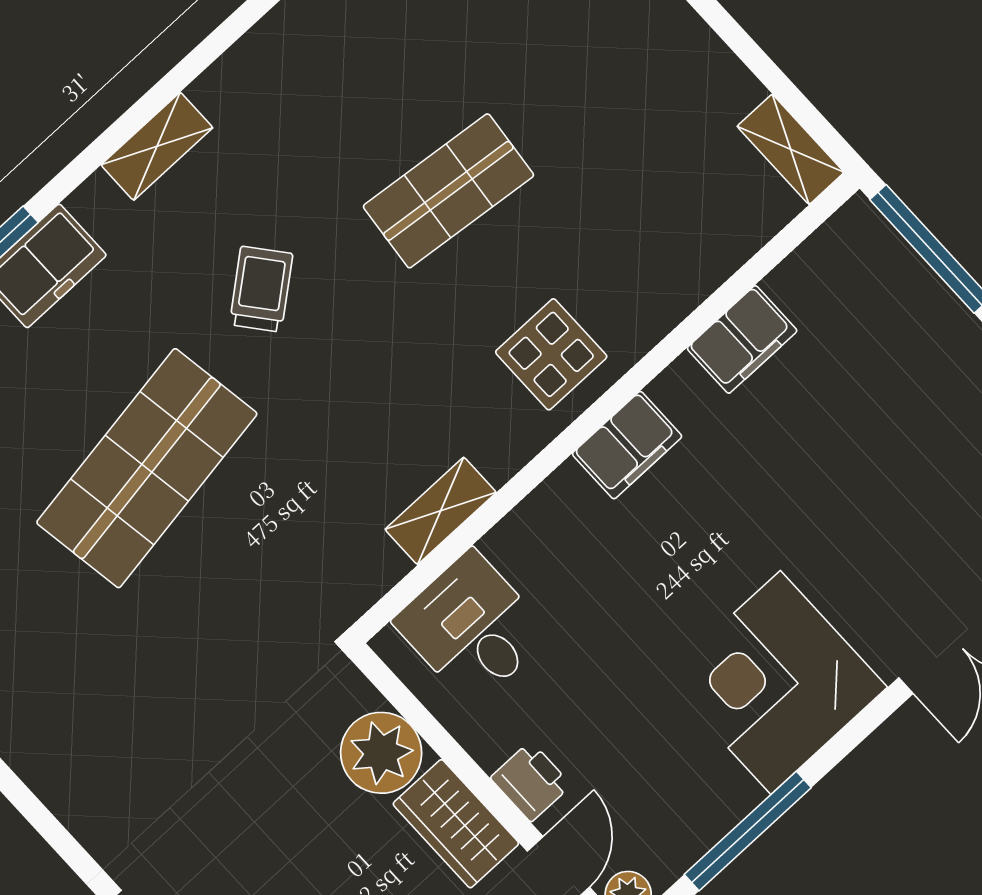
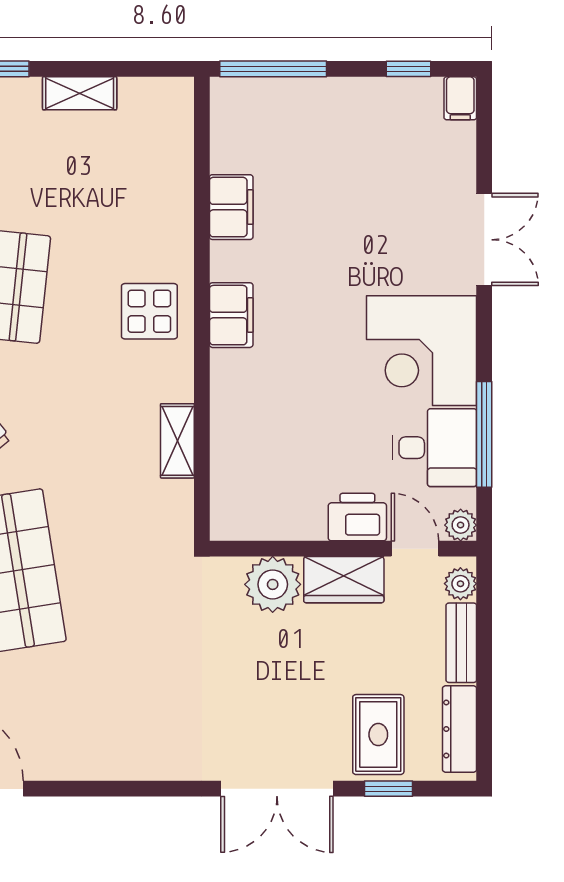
shelving: (791, 149) -> (80, 93), moved
desk: (472, 628) -> (434, 448), moved, turned 180
printer: (531, 781) -> (357, 517), width x1.36, depth x1.24

